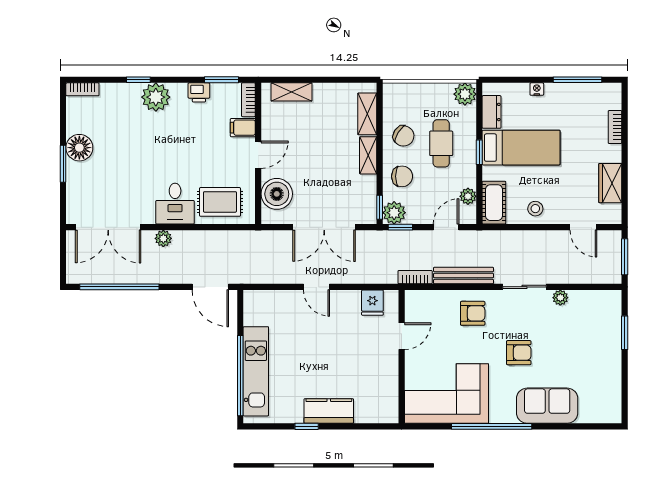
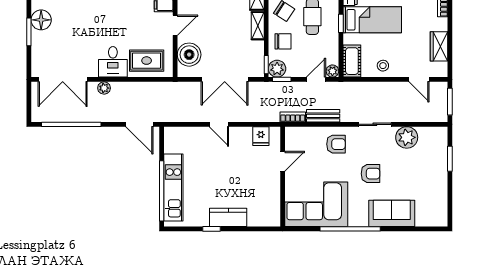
plant: (468, 196) -> (332, 71), moved
bench: (464, 276) -> (323, 116), width x0.73
plant: (560, 298) -> (407, 137), width x1.87, depth x1.87

